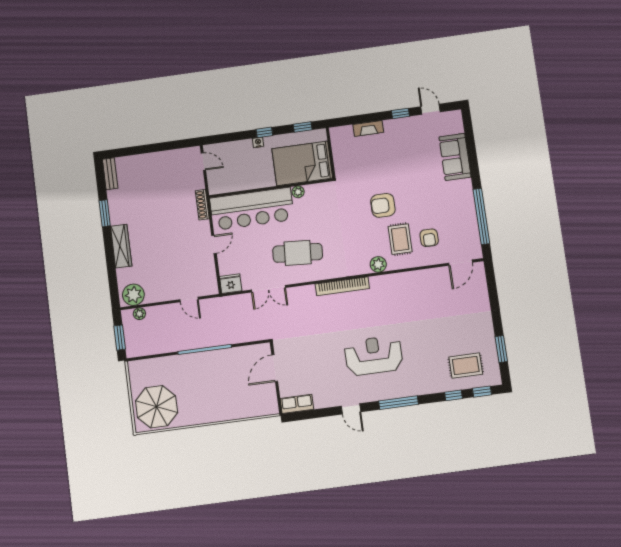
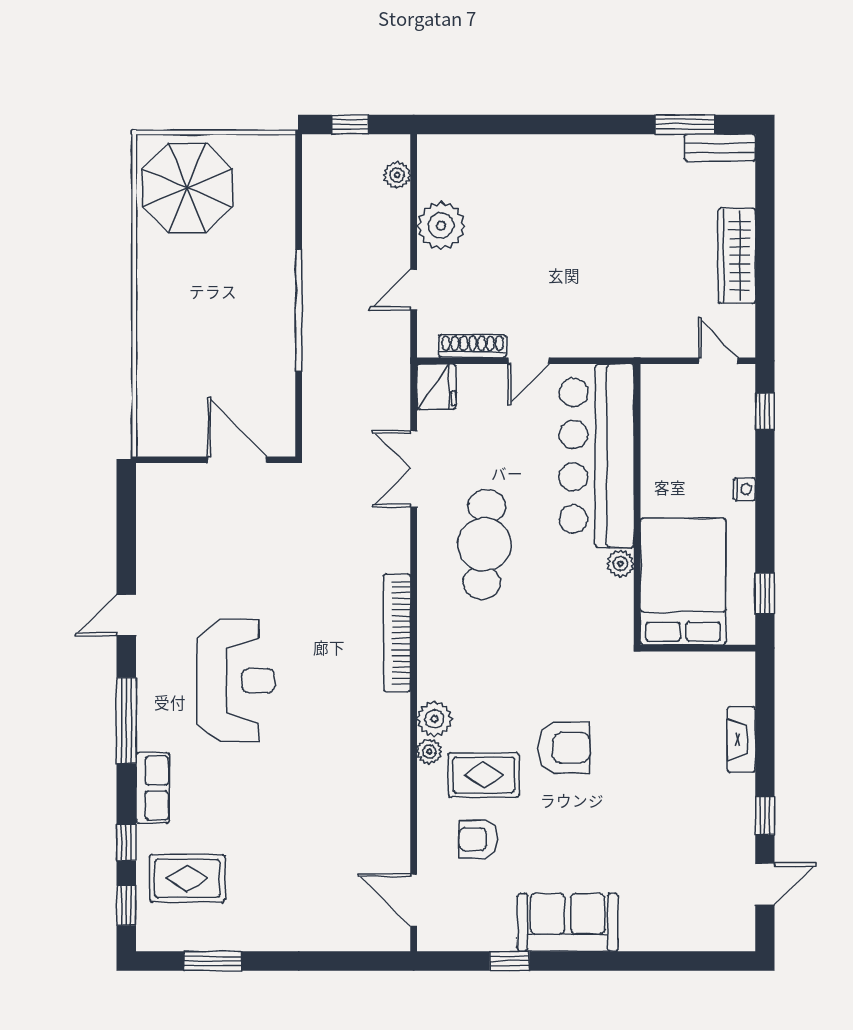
window: (264, 132) -> (765, 411), moved
sofa: (455, 157) -> (568, 922), moved
door: (203, 162) -> (718, 361), swing flipped
shoe rack: (202, 205) -> (473, 346), moved
armchair: (383, 205) -> (564, 748), turned 90
window: (105, 213) -> (685, 124), moved
window: (481, 216) -> (510, 961), width x0.32
door: (214, 244) -> (529, 361), hinge flipped
wardrobe: (121, 246) -> (737, 256), moved, turned 90
plant: (393, 265) -> (429, 752), added
plant: (133, 295) -> (441, 226), moved
window: (120, 338) -> (350, 124), width x0.67
rug: (466, 366) -> (187, 878), turned 90
row of seats: (297, 404) -> (153, 788), moved

